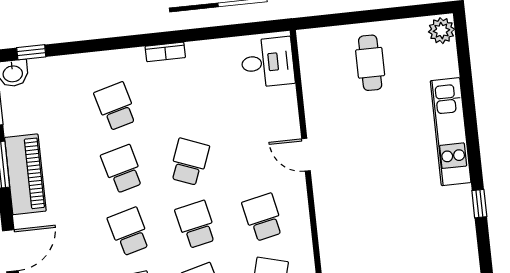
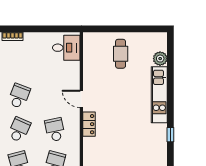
plant: (441, 31) -> (160, 59), moved
locker: (325, 200) -> (89, 124), added
school desk: (196, 224) -> (19, 130), turned 36

